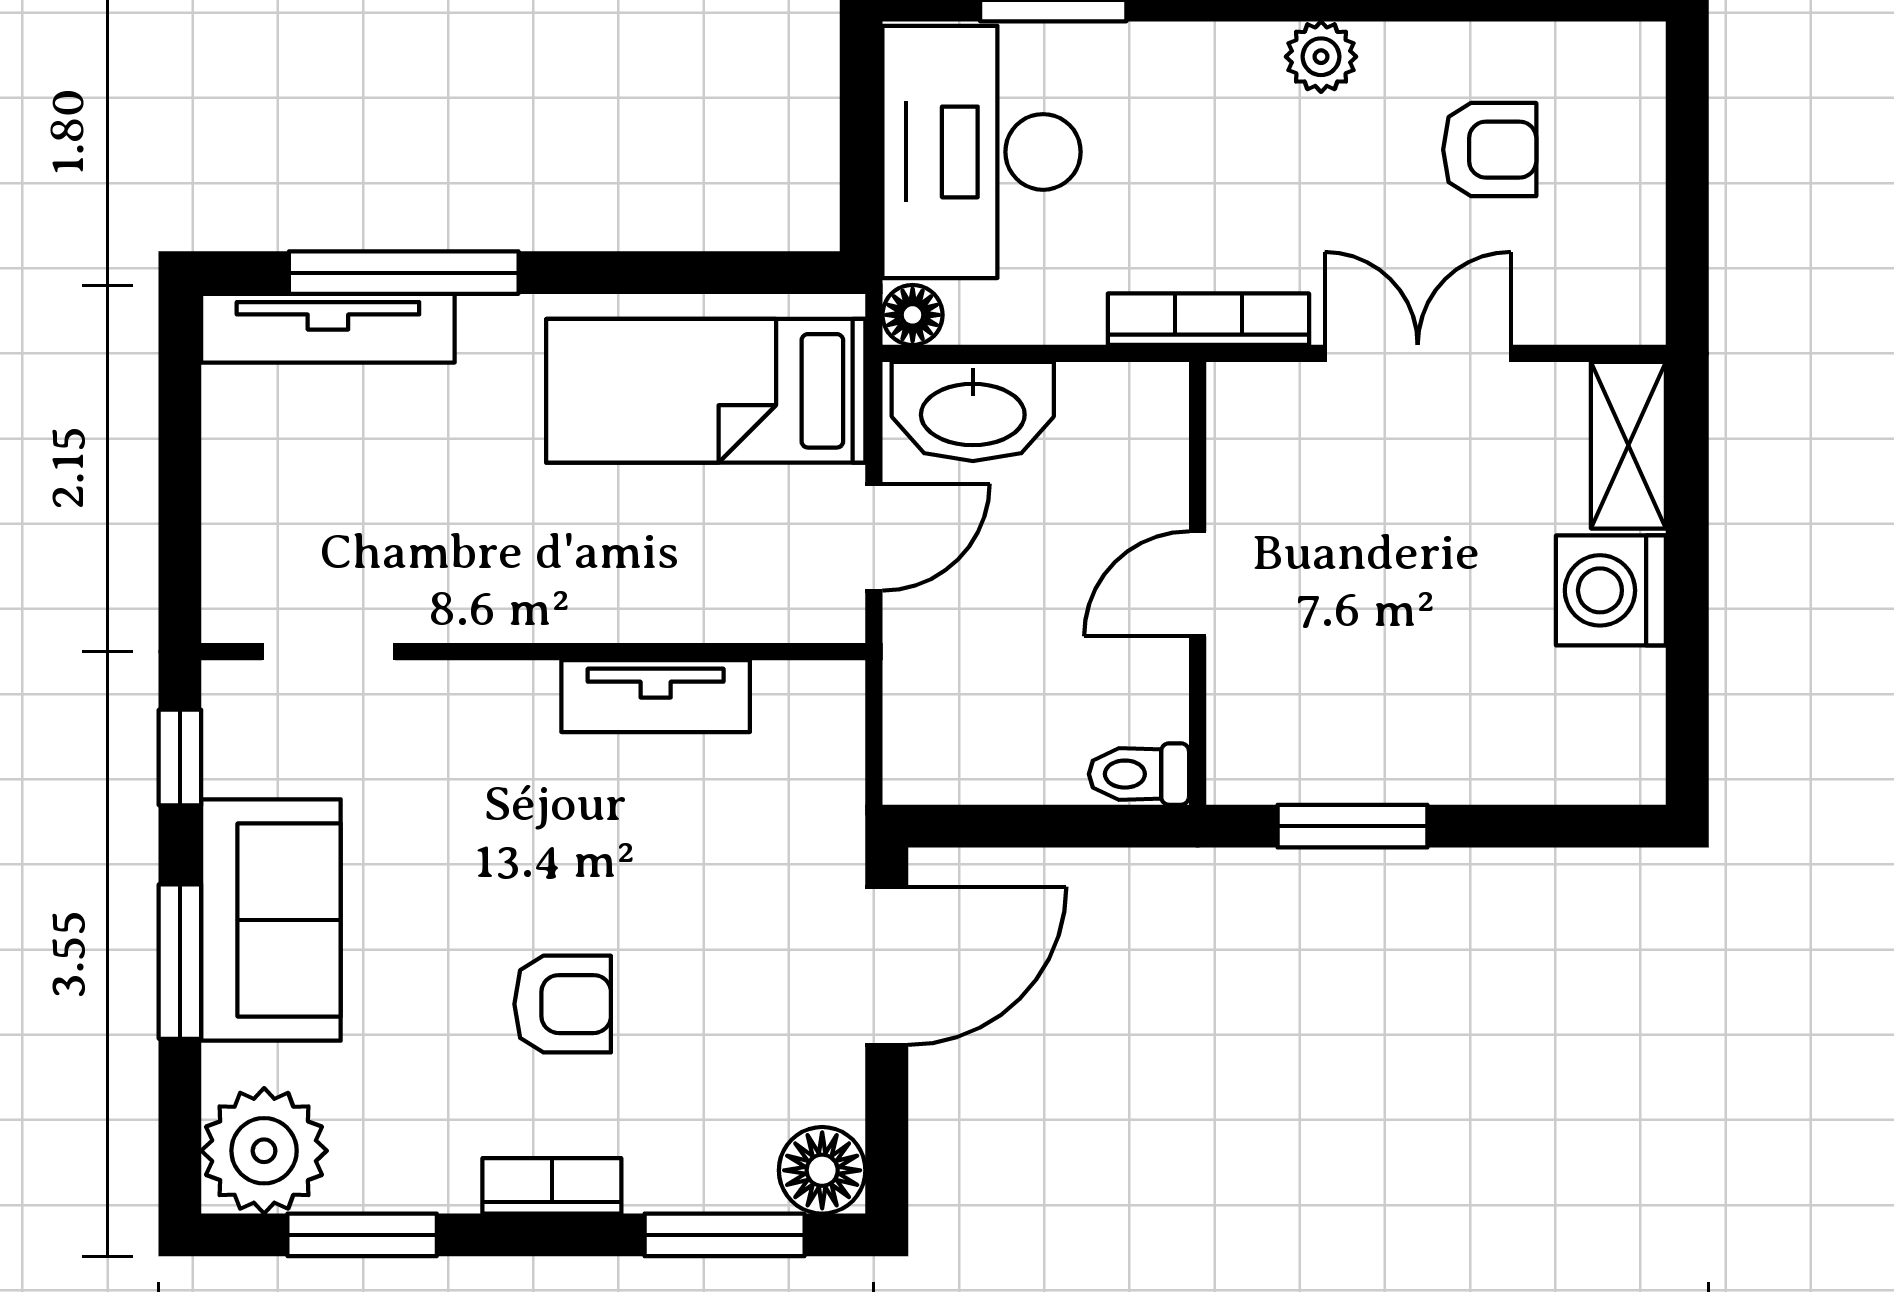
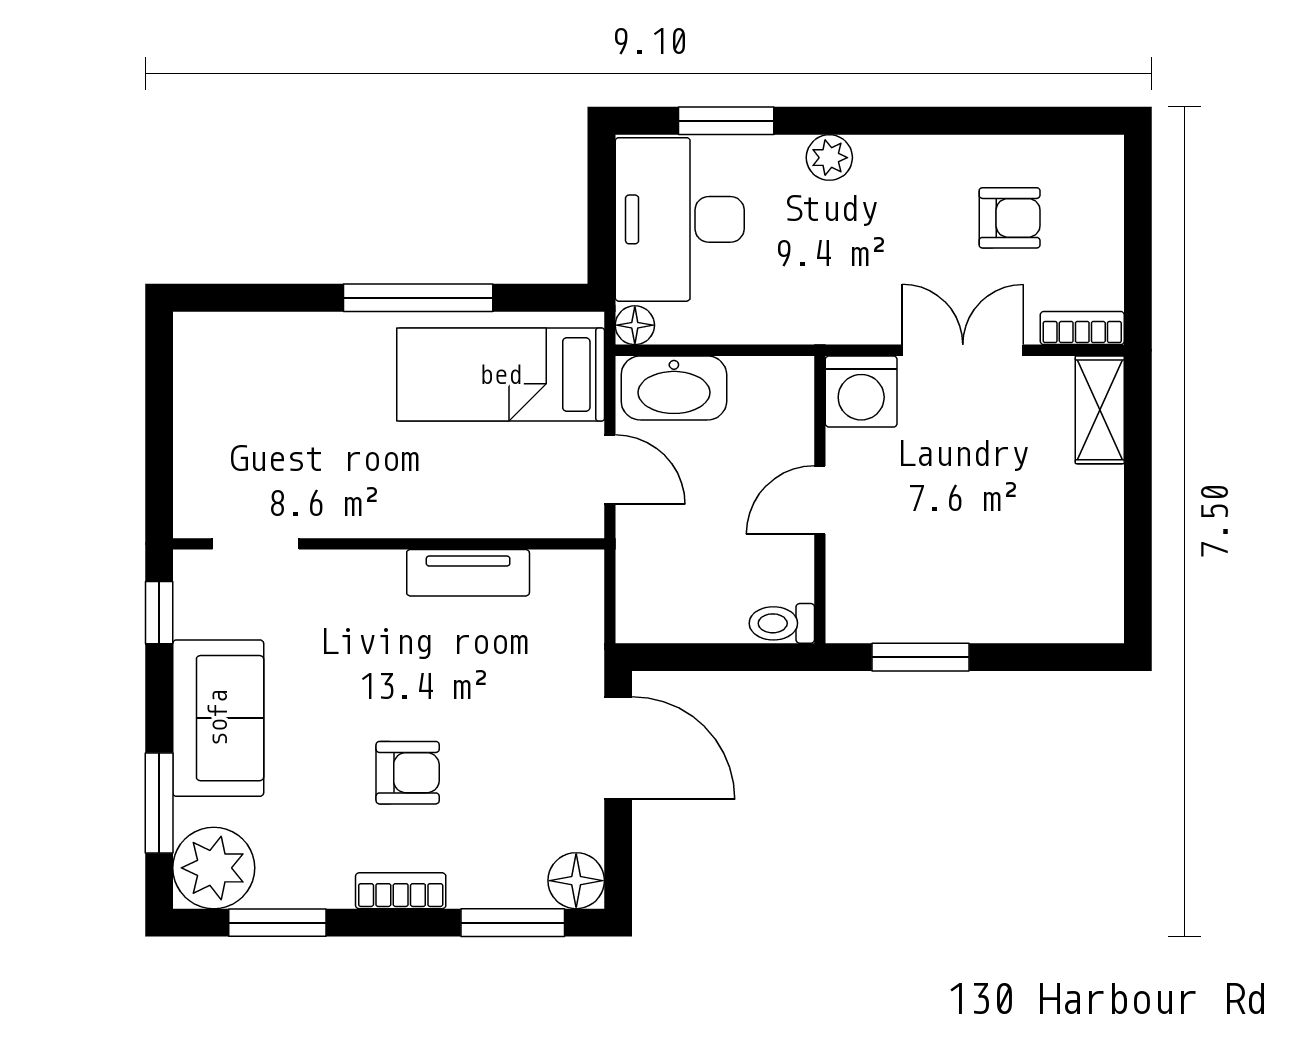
plant: (1321, 57) -> (829, 158), moved
window: (404, 273) -> (418, 298), moved
bookcase: (1208, 319) -> (1082, 328), moved, width x0.64
tv unit: (328, 328) -> (255, 334), removed
door: (874, 537) -> (610, 470), hinge flipped
washing machine: (1611, 590) -> (861, 392), moved, turned -90
window: (180, 962) -> (159, 803), moved
door: (887, 966) -> (618, 748), hinge flipped

